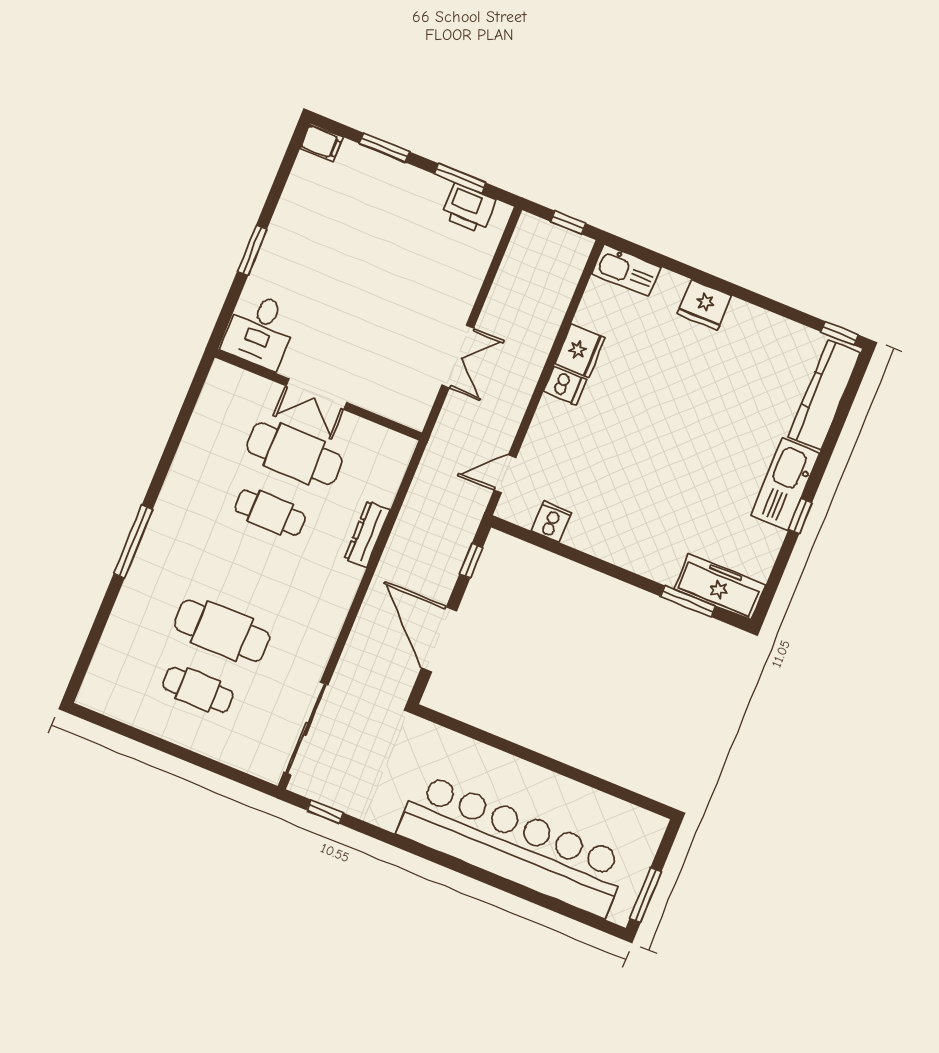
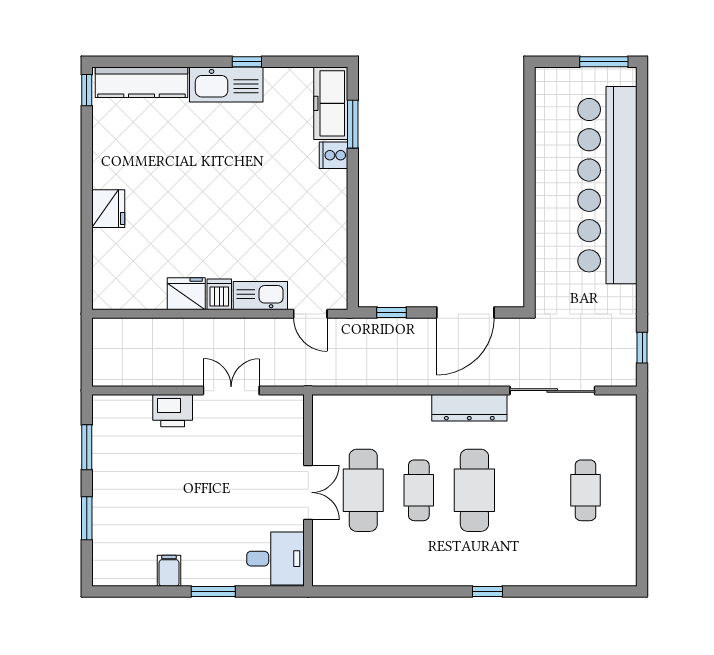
filing cabinet: (322, 143) -> (169, 571), moved
printer: (469, 208) -> (173, 411), moved, turned 90
window: (568, 223) -> (87, 346), removed
kitchen sink: (626, 270) -> (260, 296), moved, turned -90
cooker: (551, 522) -> (334, 155), moved
dresser: (367, 534) -> (469, 408), moved, width x1.37, depth x1.24
window: (133, 542) -> (487, 591), width x0.46
cafe table: (222, 631) -> (474, 490), moved
sliding door: (306, 729) -> (552, 391), moved

